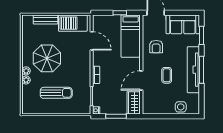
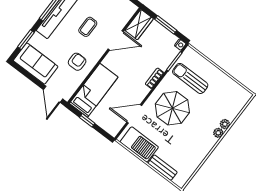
door: (92, 41) -> (134, 114), hinge flipped
parasol: (47, 58) -> (172, 108), moved
sun lounger: (56, 93) -> (190, 78), moved

